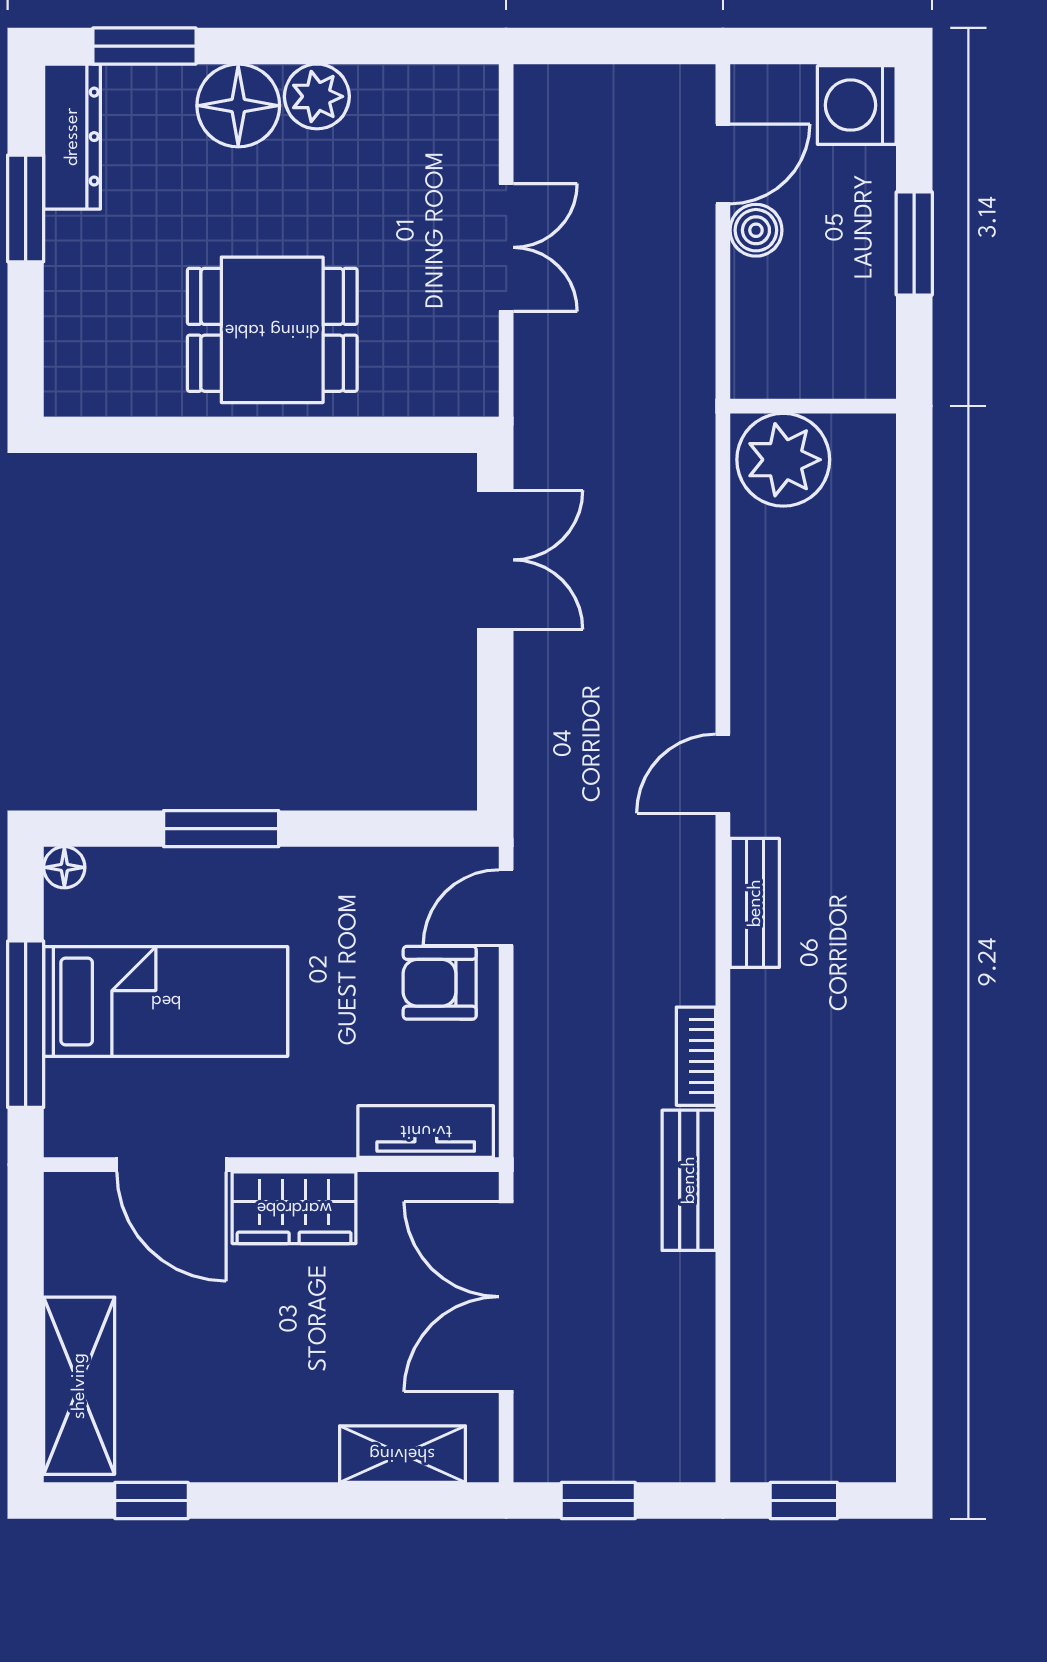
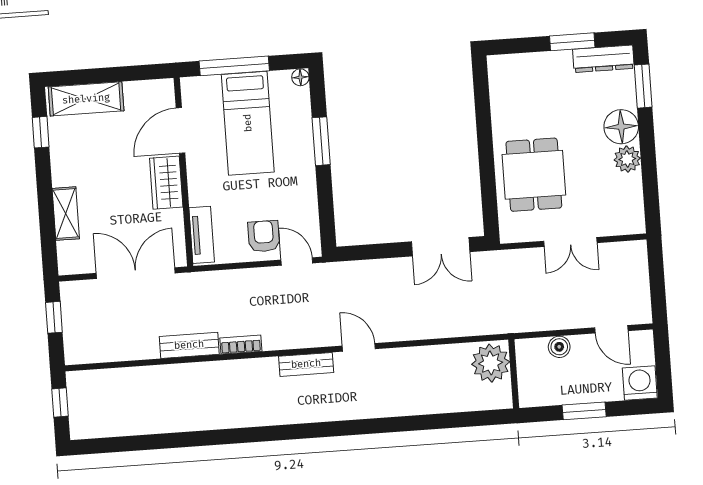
boiler: (756, 230) -> (559, 347), moved
dining table: (272, 330) -> (534, 175), moved
shelving: (402, 1454) -> (66, 214), moved

